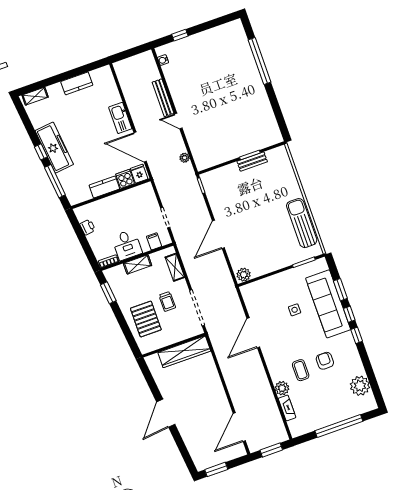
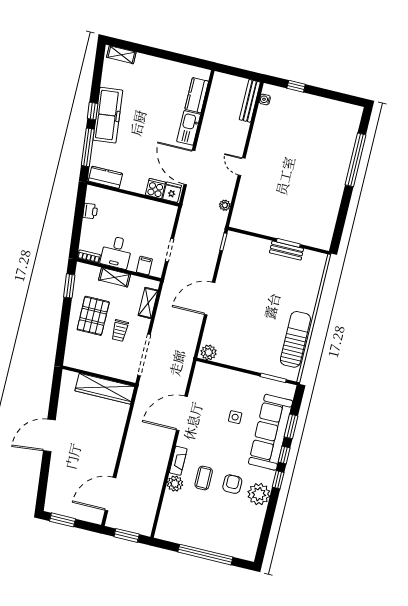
kitchen counter: (77, 83) -> (197, 95), moved, turned 90
bench: (163, 98) -> (250, 101), moved
kitchen counter: (104, 187) -> (105, 177), moved
pallet: (146, 319) -> (93, 316), moved
plant: (360, 386) -> (259, 494), moved
fireplace: (287, 408) -> (178, 461), moved

